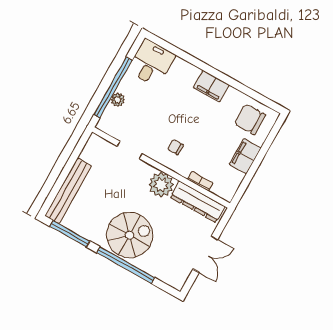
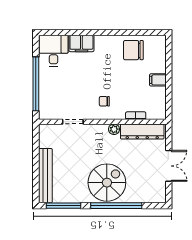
filing cabinet: (211, 86) -> (81, 43), moved
plant: (118, 100) -> (44, 91), removed
chair: (250, 119) -> (133, 50), moved
filing cabinet: (245, 156) -> (158, 80), width x0.50
plant: (161, 185) -> (114, 129), width x0.53, depth x0.53

